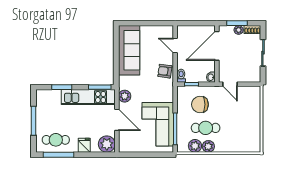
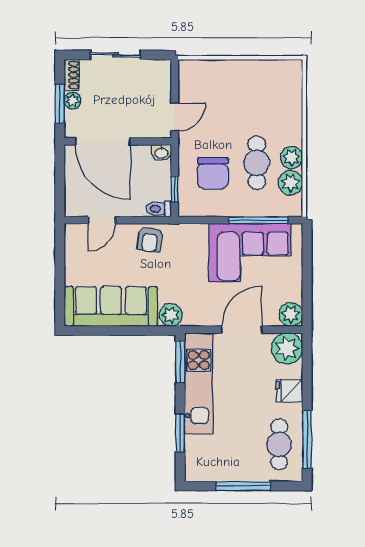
plant: (125, 96) -> (171, 315), moved
plant: (125, 146) -> (291, 314), added

